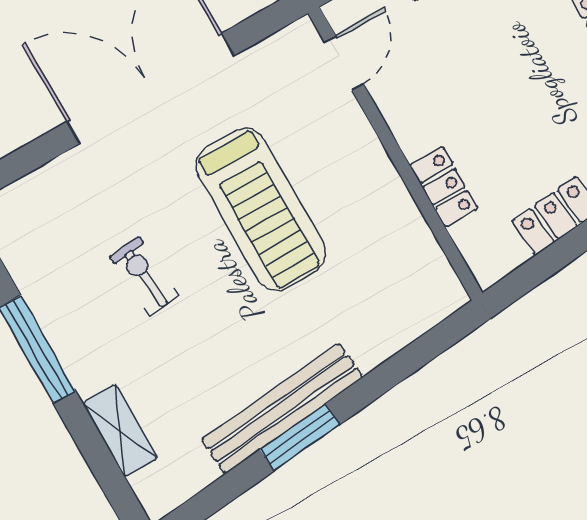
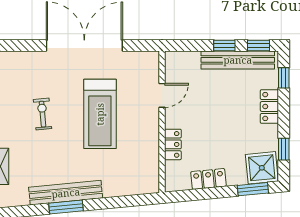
door: (344, 63) -> (162, 95), moved

